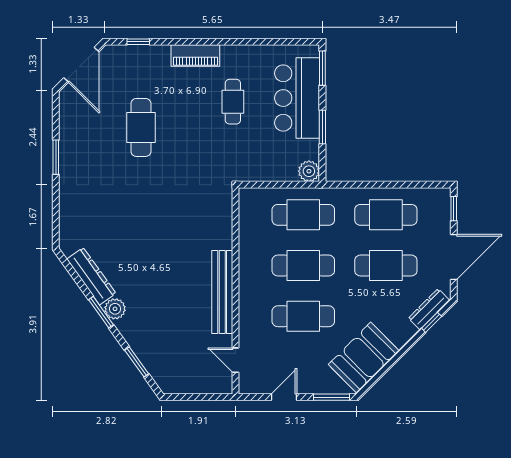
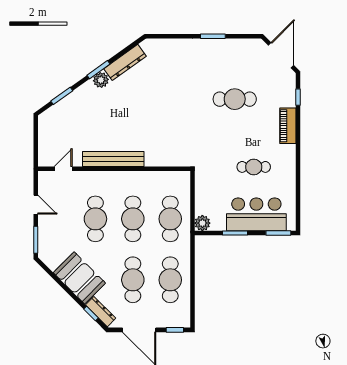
piano: (195, 55) -> (288, 126), moved
door: (81, 65) -> (281, 55), swing flipped
booth: (364, 357) -> (79, 278), moved

